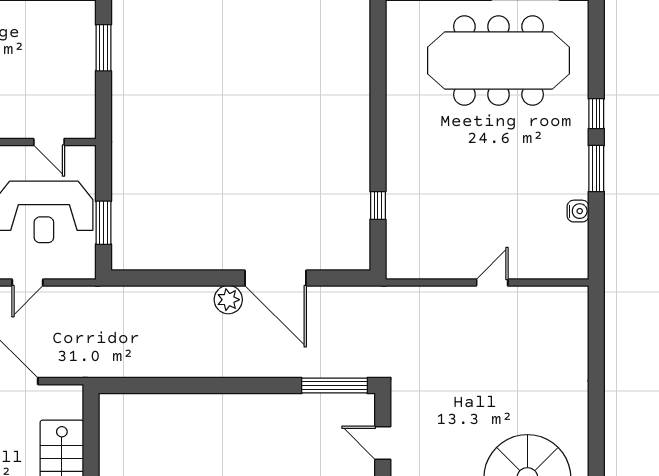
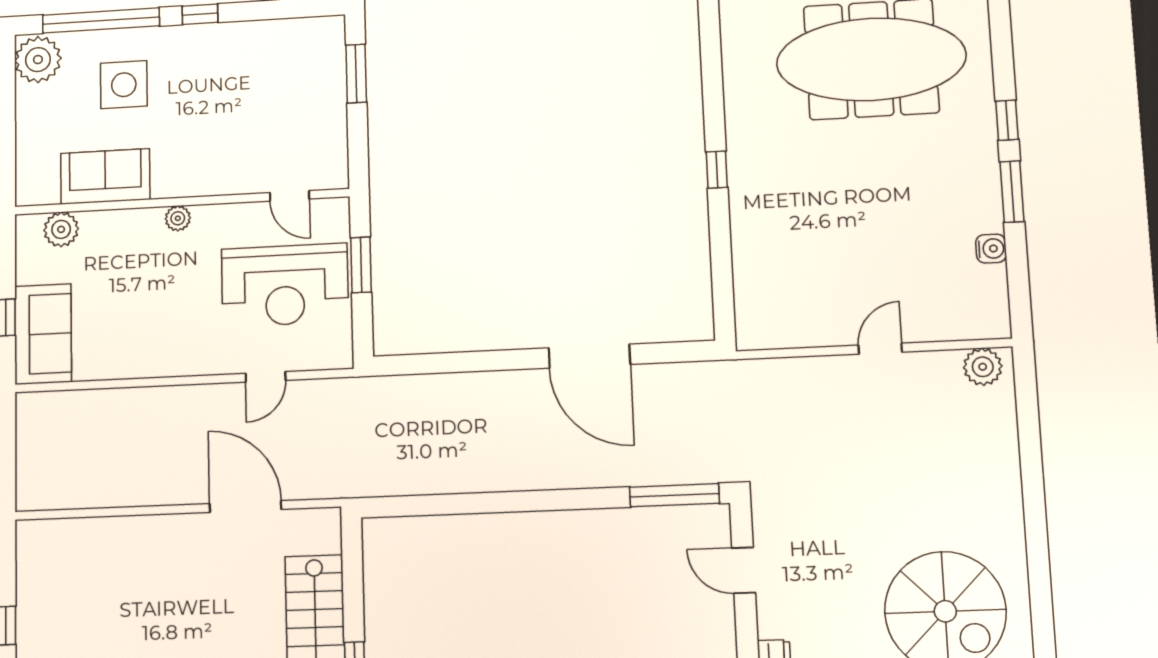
window: (378, 206) -> (717, 170), moved
window: (103, 223) -> (361, 265), moved
plant: (228, 300) -> (983, 367), moved

